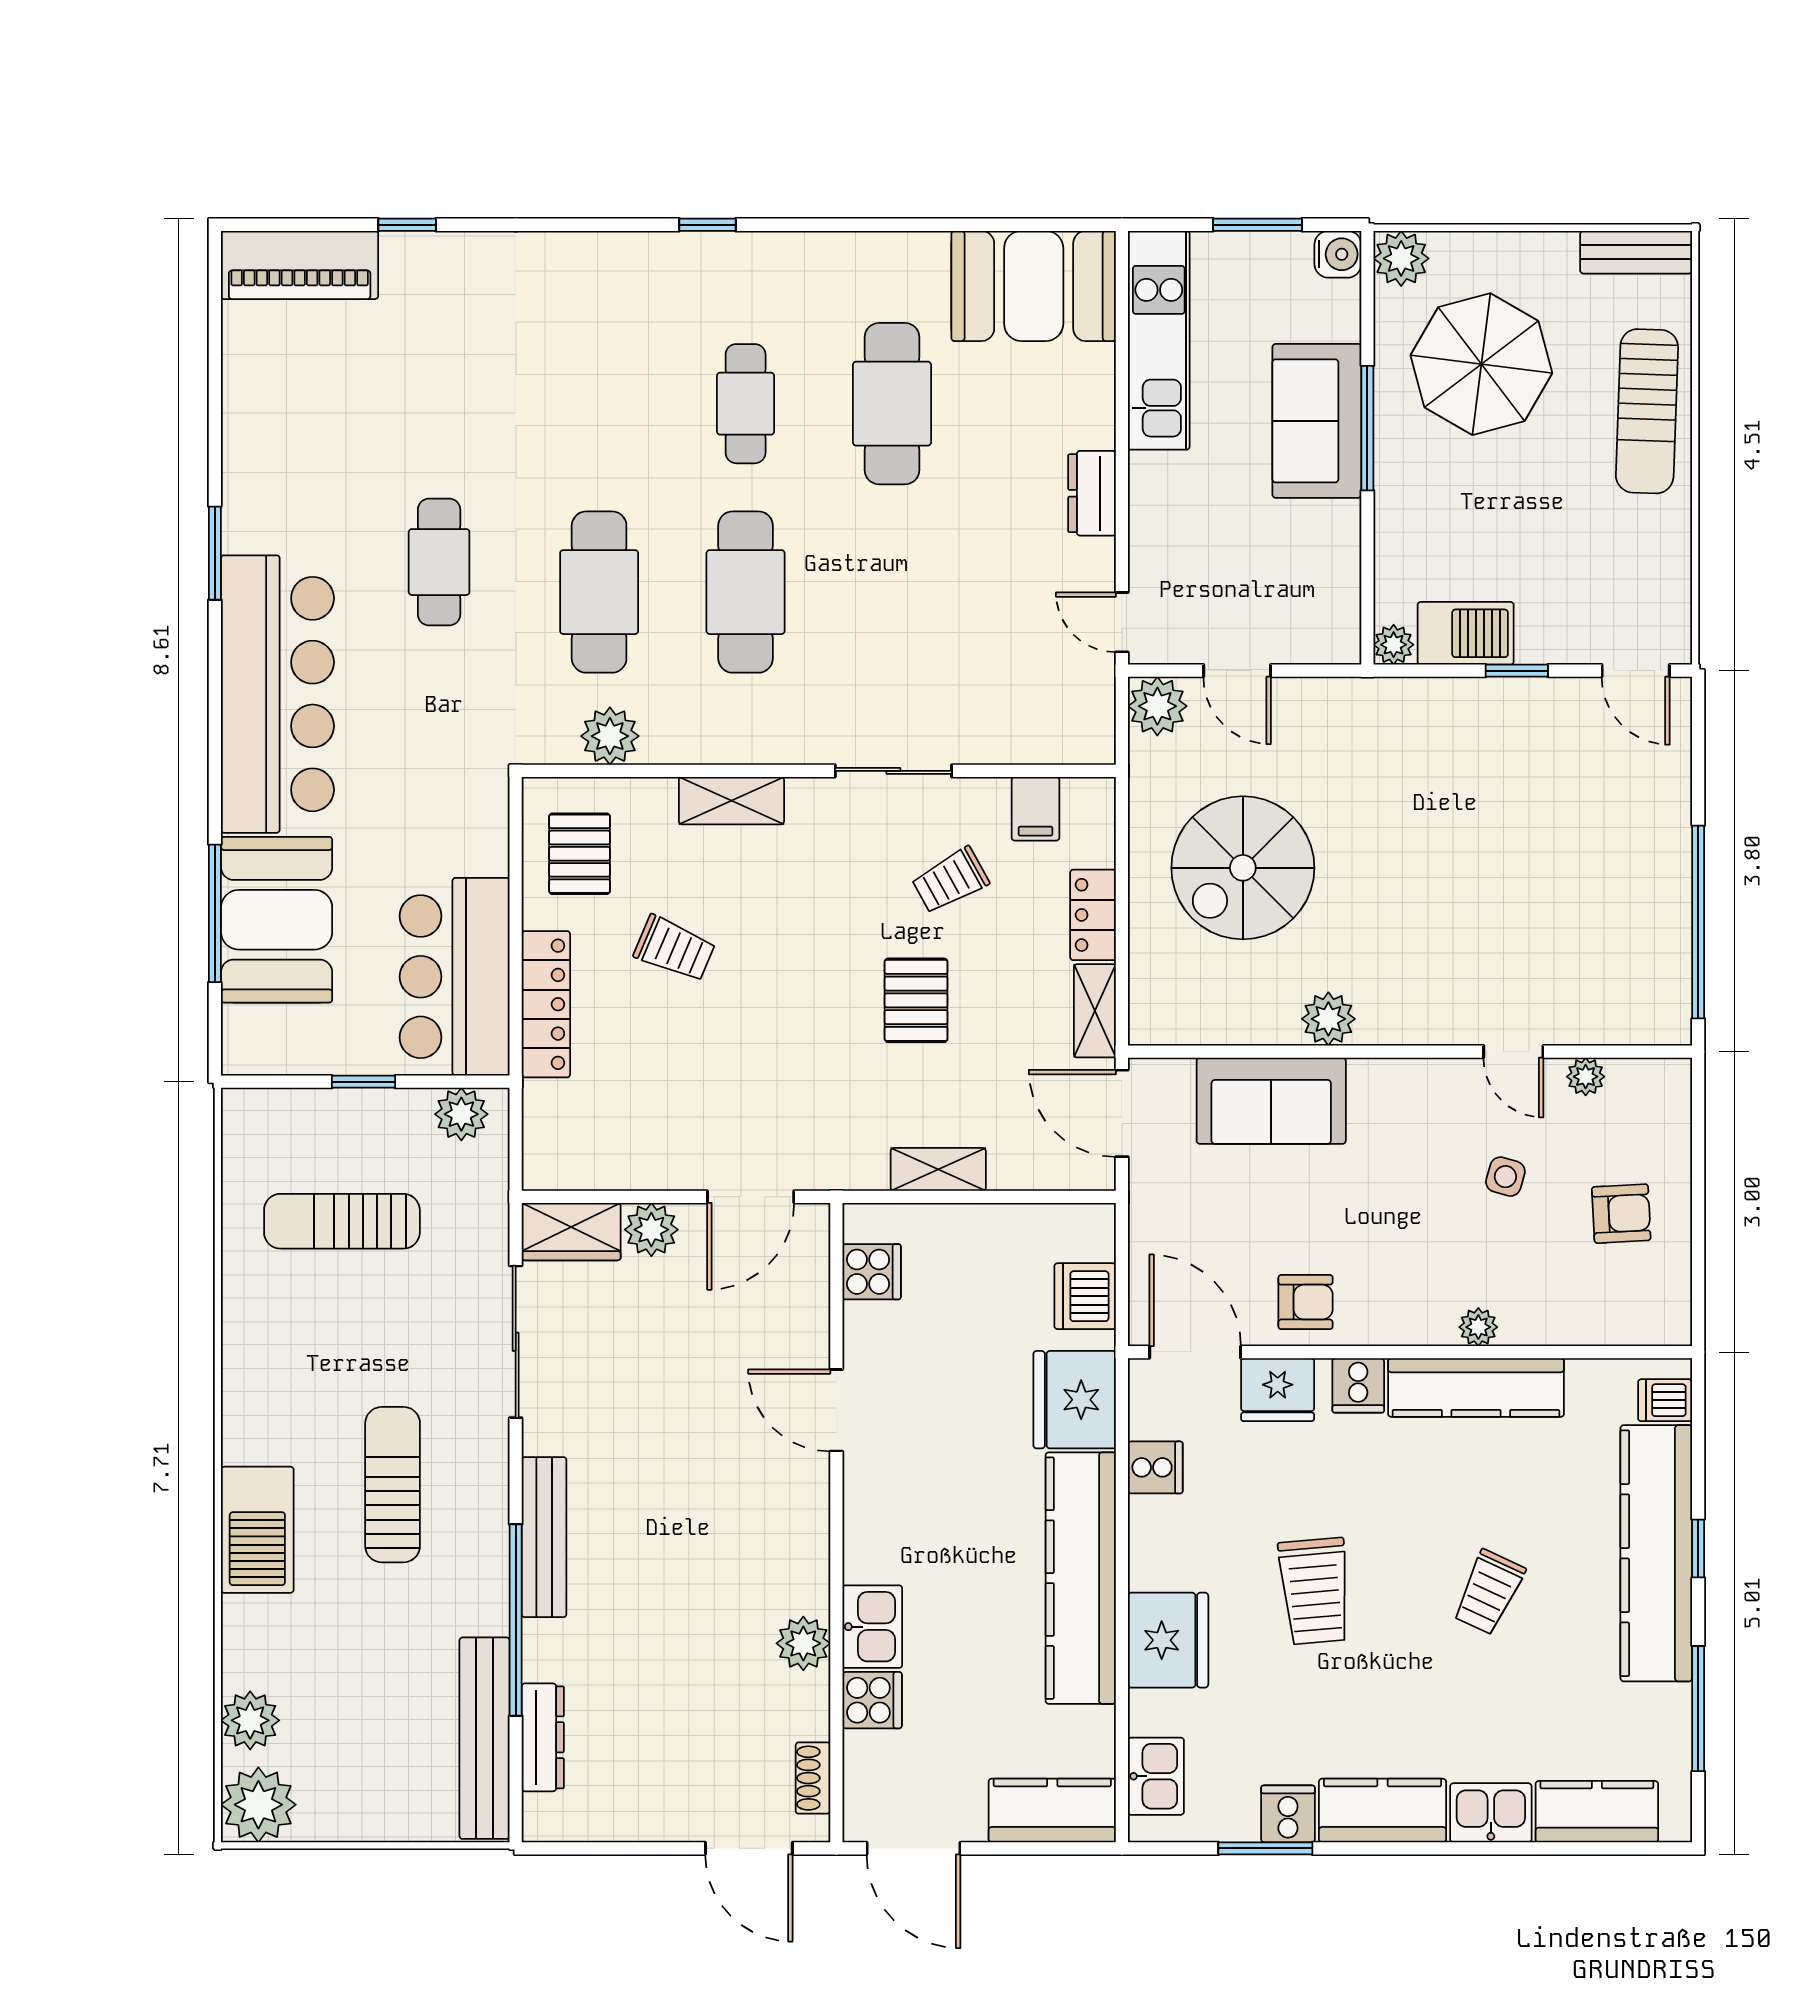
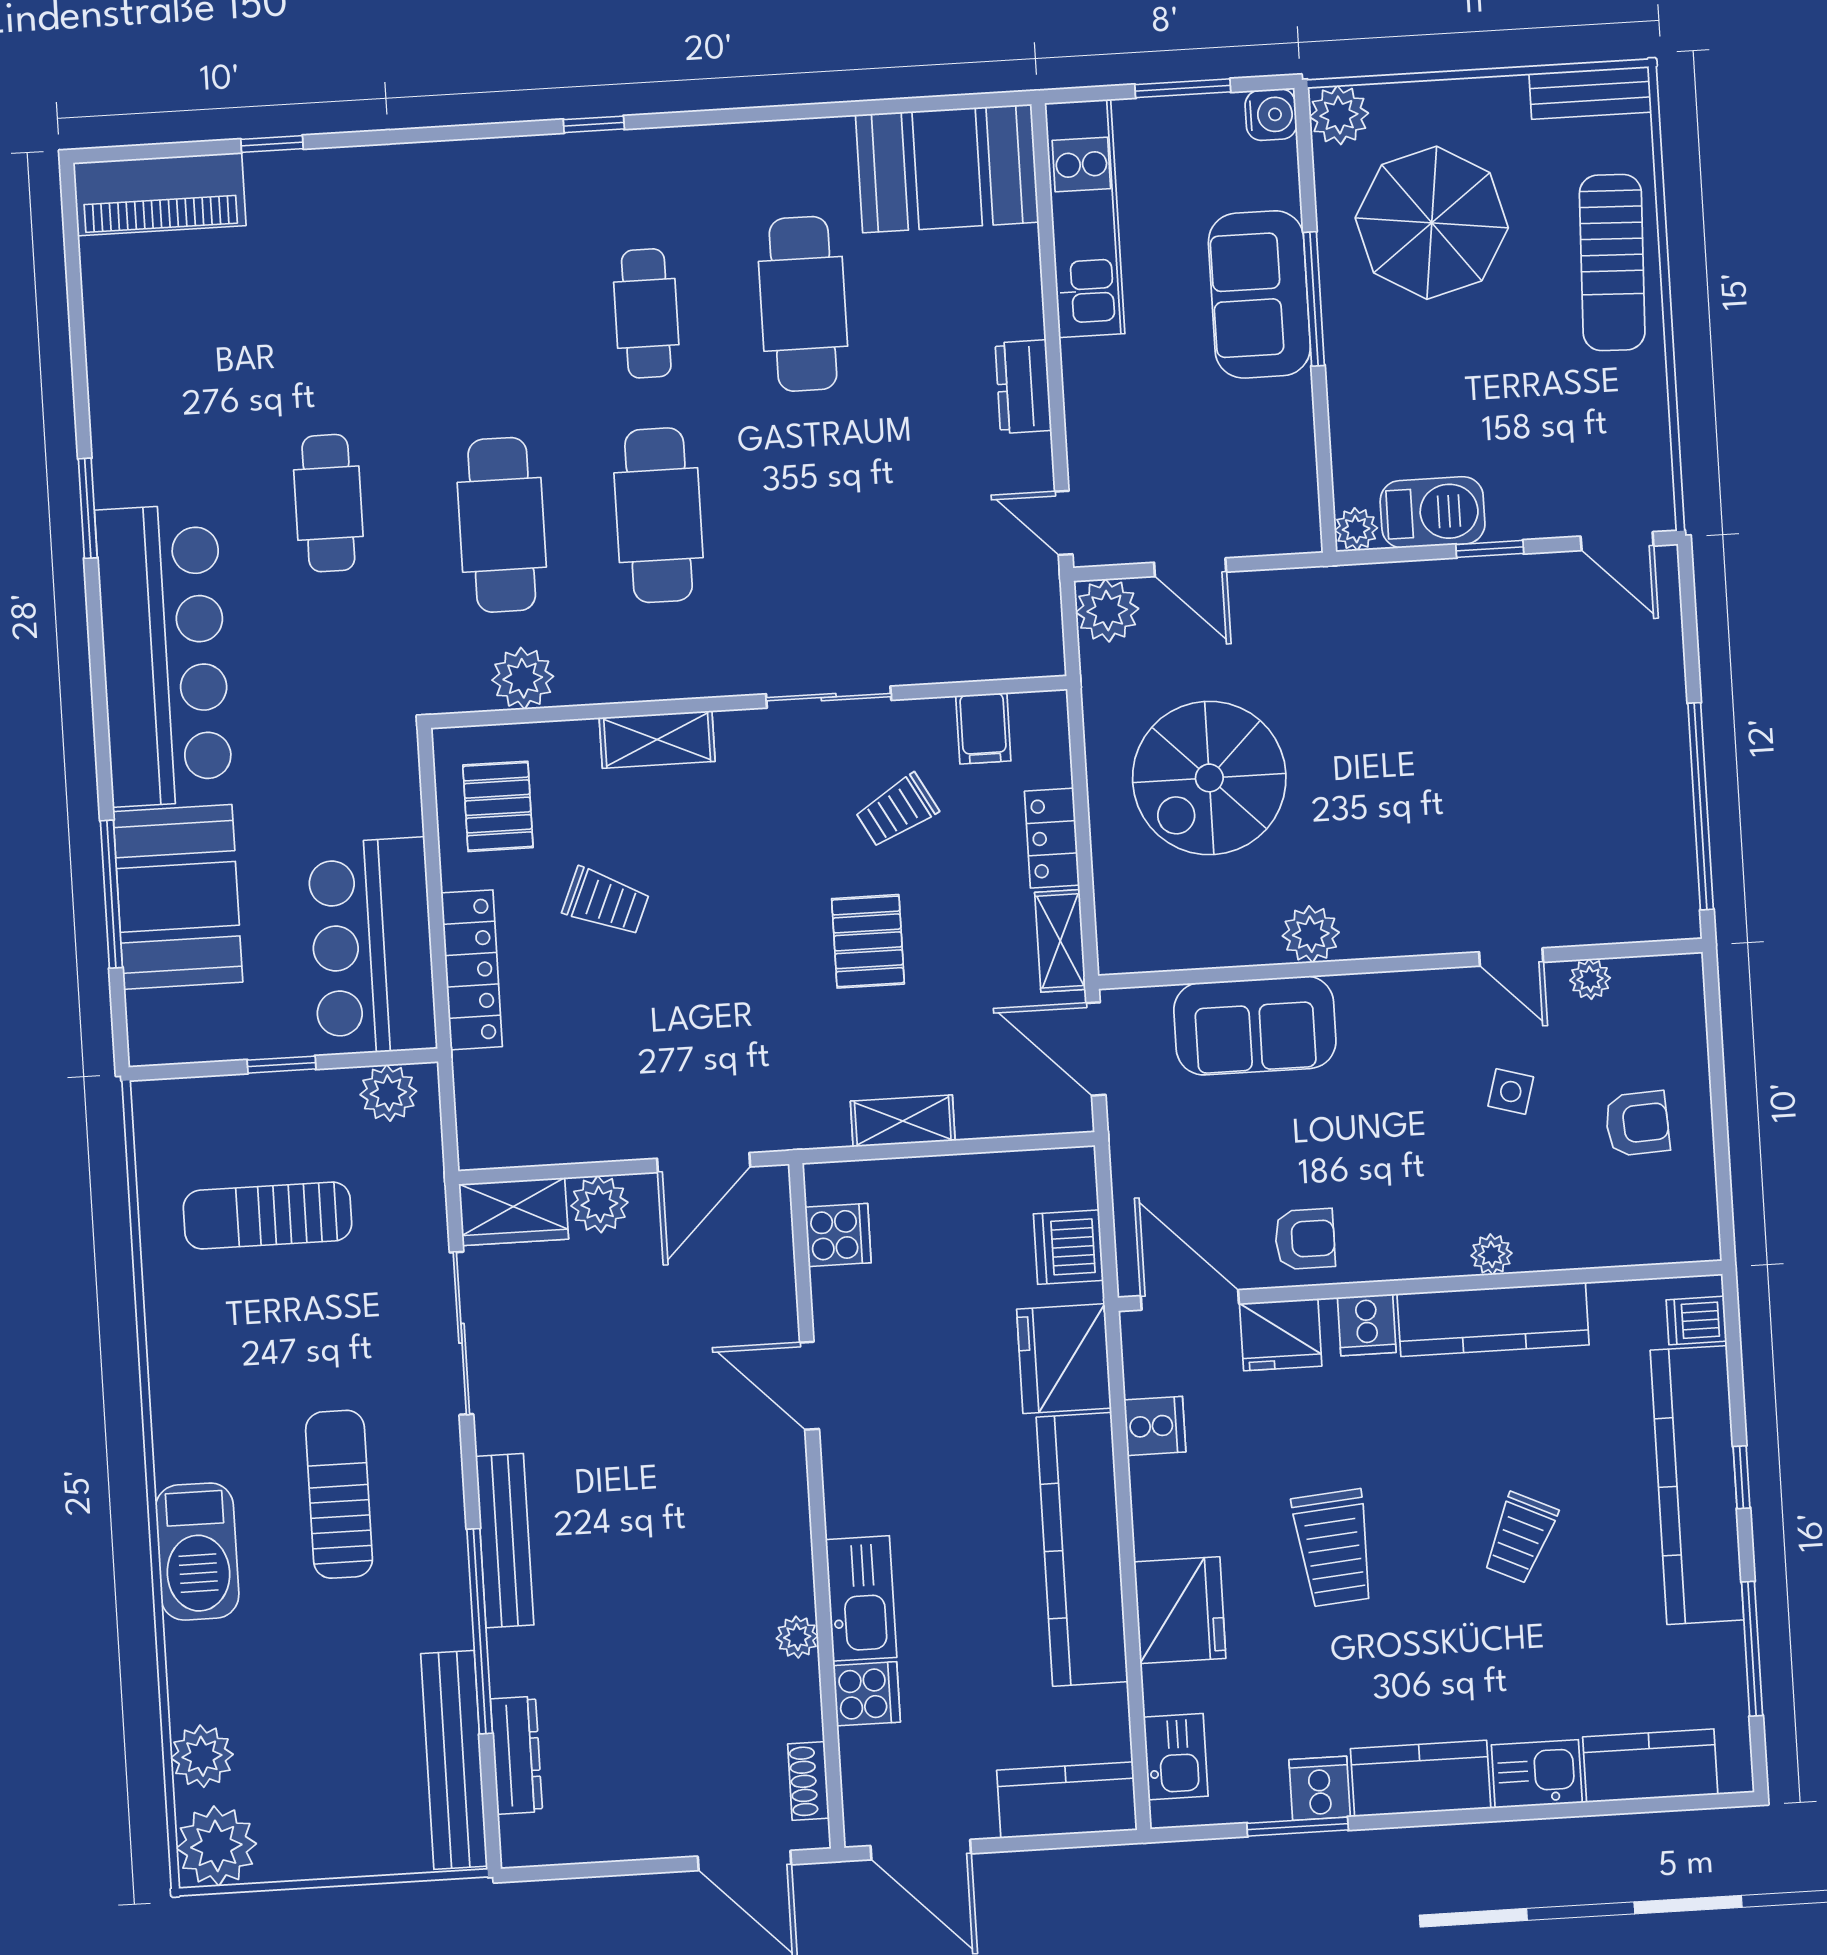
kitchen sink: (872, 1627) -> (861, 1598), width x1.38
plant: (803, 1643) -> (797, 1637), width x0.73, depth x0.73

